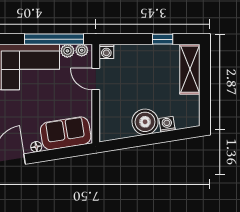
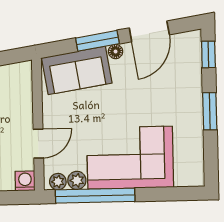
door: (96, 79) -> (38, 144), hinge flipped
window: (50, 155) -> (97, 41), added

